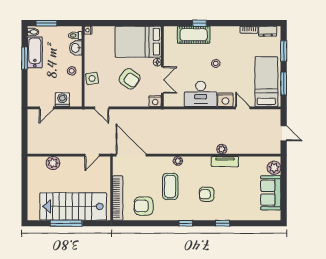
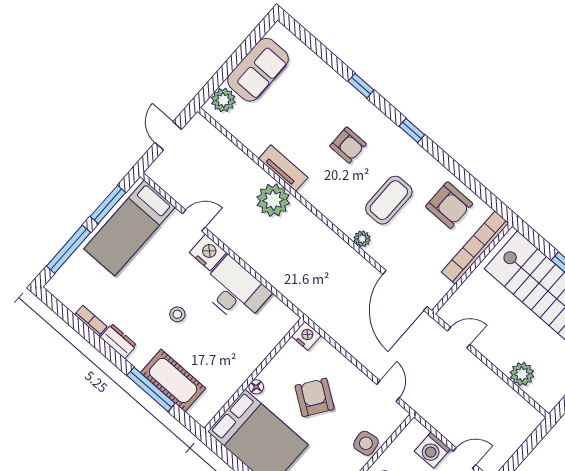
window: (199, 23) -> (151, 389), width x2.17
dresser: (268, 31) -> (118, 341), moved
window: (284, 51) -> (69, 249), width x1.44
double door: (162, 80) -> (271, 356), removed
door: (243, 108) -> (194, 220), swing flipped
plant: (222, 149) -> (273, 200), width x1.87, depth x1.87
plant: (178, 161) -> (362, 239), moved

